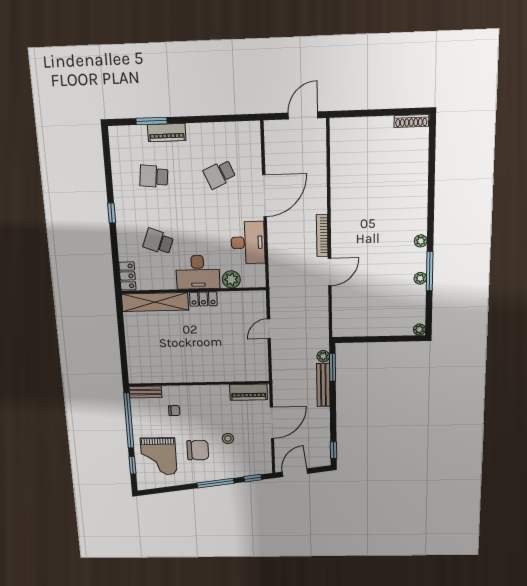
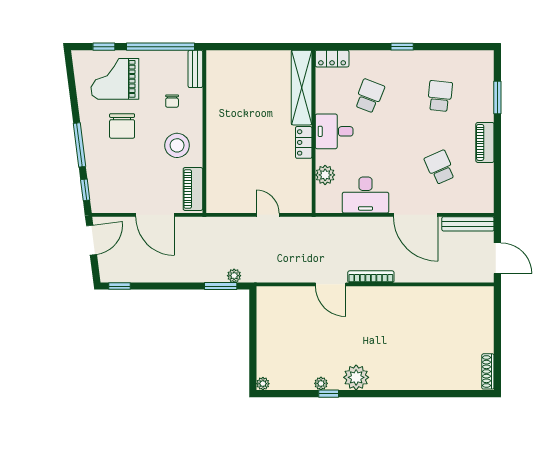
piano: (167, 133) -> (485, 142), moved
plant: (421, 241) -> (356, 377), width x1.88, depth x1.88
window: (430, 271) -> (329, 394), width x0.46
desk: (198, 272) -> (334, 131), width x0.73
bench: (323, 385) -> (468, 224), moved
stool: (228, 439) -> (177, 145), moved, width x1.89, depth x1.89
door: (295, 473) -> (92, 240), hinge flipped

